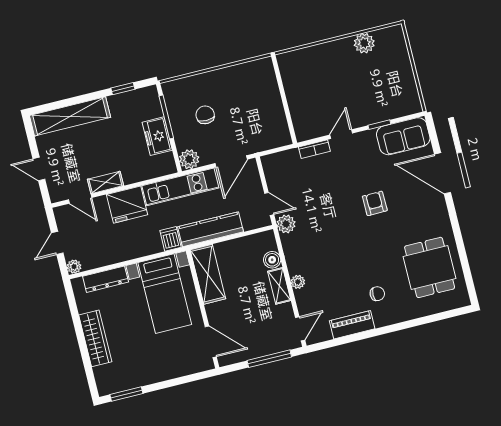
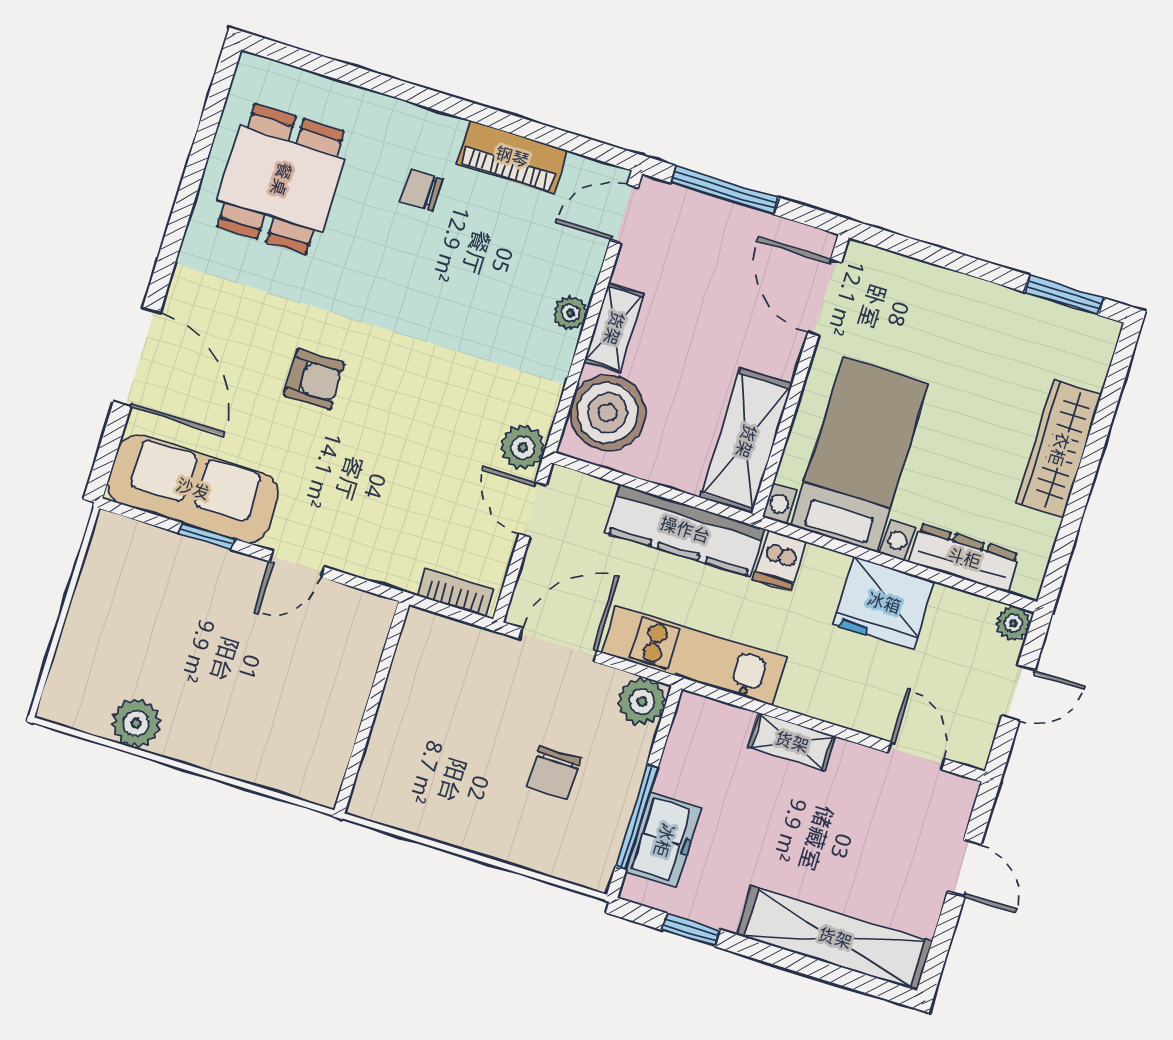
freezer: (157, 136) -> (664, 840), moved
sofa: (403, 136) -> (193, 489), width x1.36
bookcase: (314, 149) -> (456, 593), moved
shelving: (105, 182) -> (792, 742), moved
armchair: (375, 203) -> (314, 379), turned -89
fridge: (127, 205) -> (884, 603), moved, turned 180
boiler: (272, 260) -> (608, 413), width x1.86, depth x1.86

